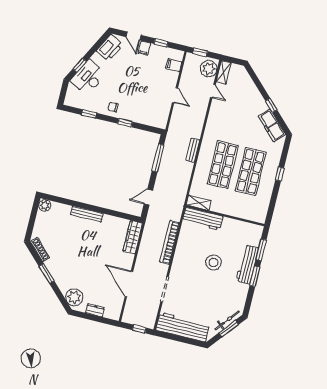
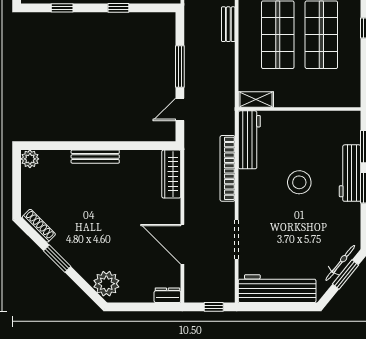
window: (158, 158) -> (180, 67), moved
workbench: (203, 219) -> (249, 140), moved, turned -90
dresser: (95, 310) -> (167, 295), moved

